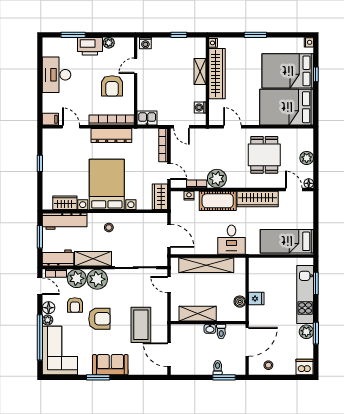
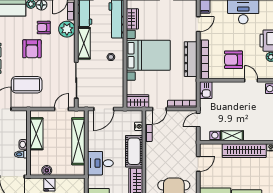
shelving: (200, 72) -> (232, 136), moved
plant: (217, 179) -> (153, 151), removed
plant: (97, 279) -> (66, 47), removed

